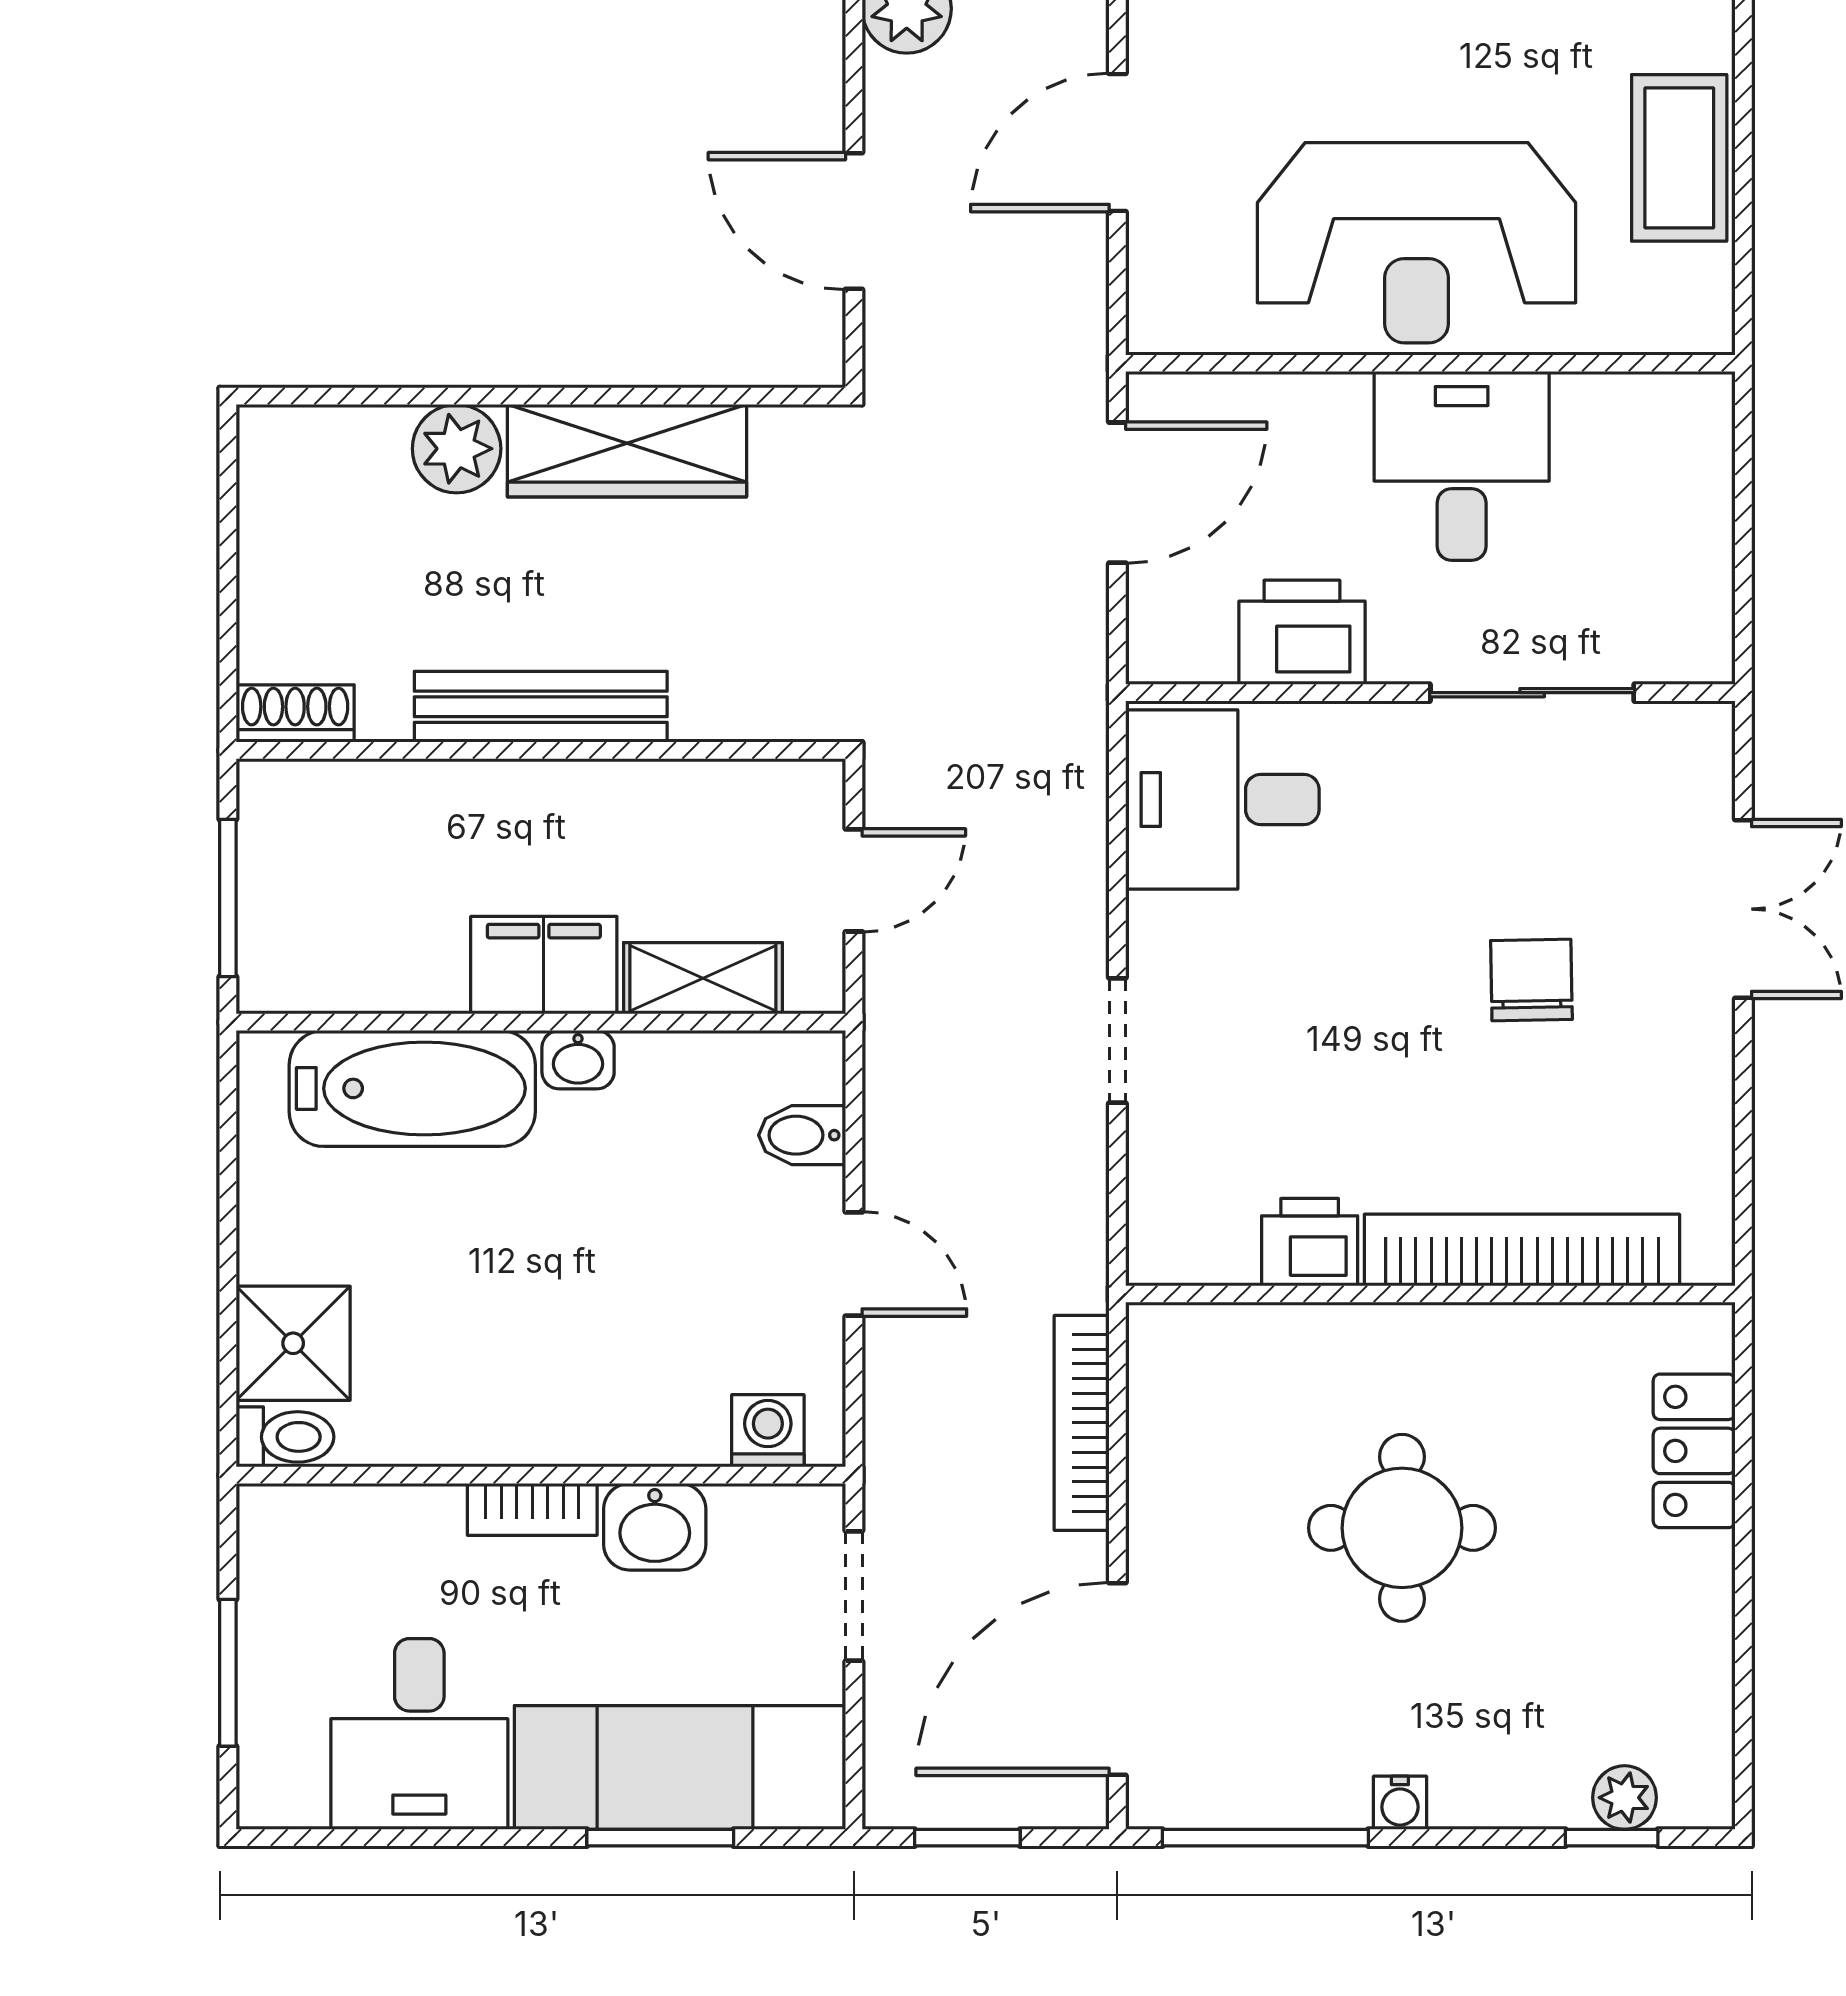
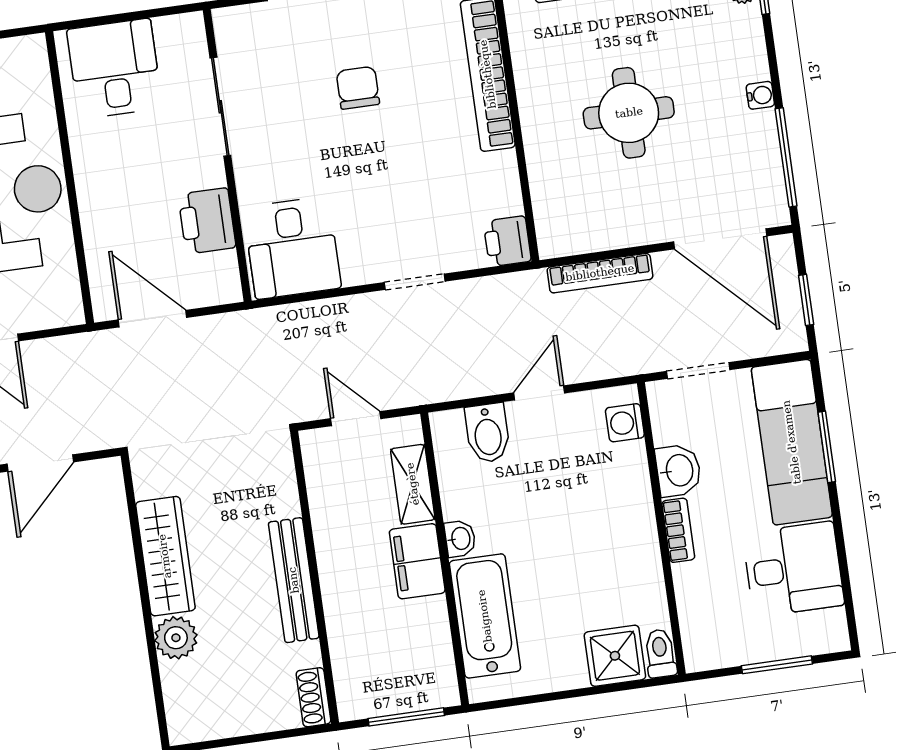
desk: (1462, 466) -> (115, 69), moved, turned 90
chair: (1531, 980) -> (358, 88), turned 91
bidet: (802, 1135) -> (488, 433), width x1.38, depth x1.36
printer: (1310, 1242) -> (507, 241), moved

